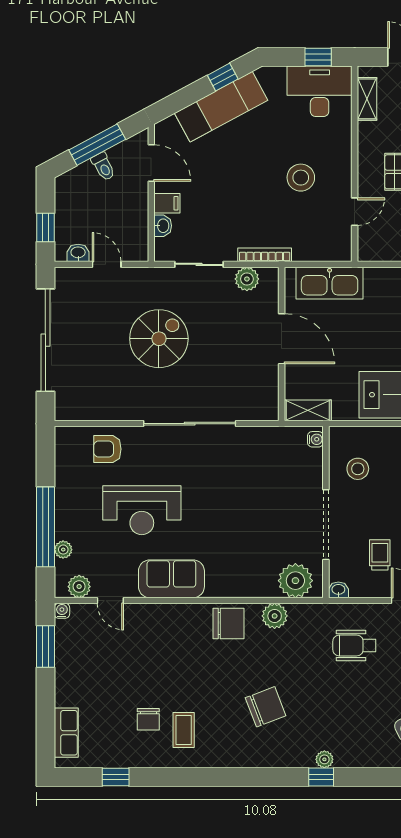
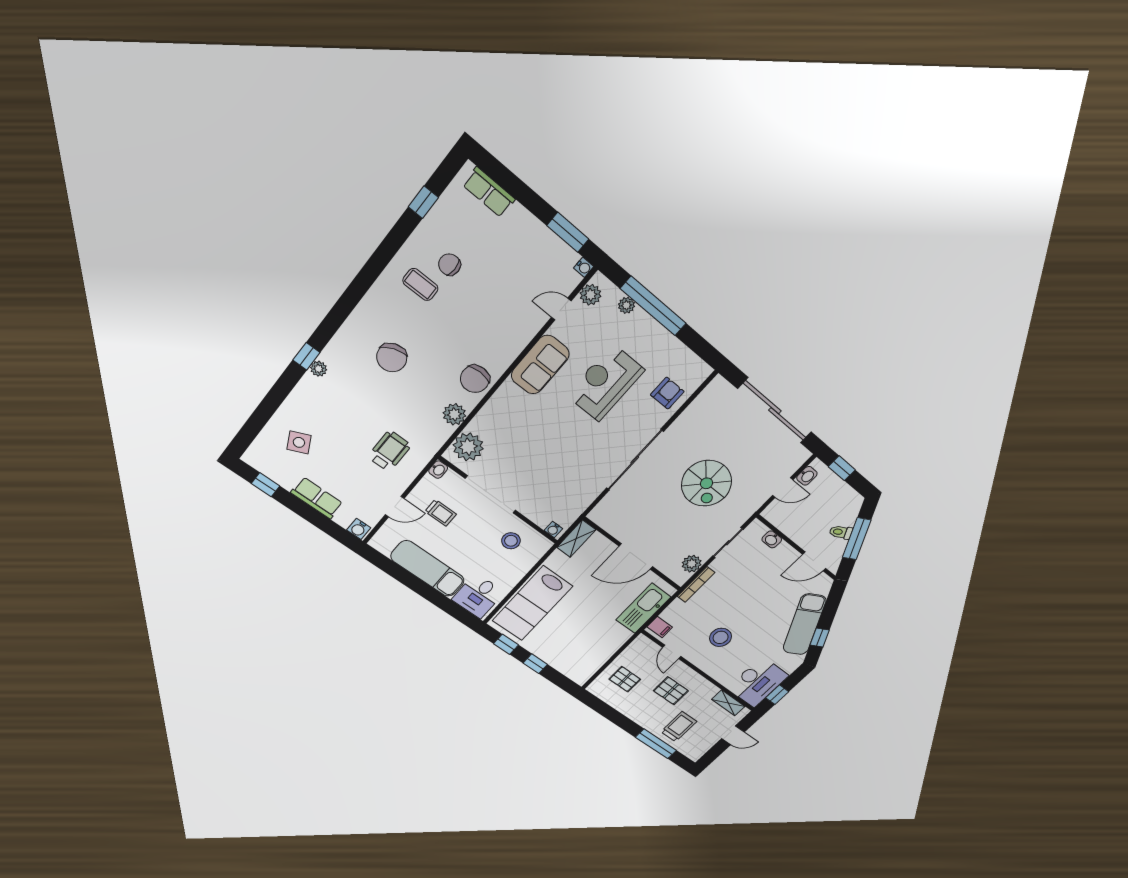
filing cabinet: (167, 203) -> (660, 627), moved, turned -90

